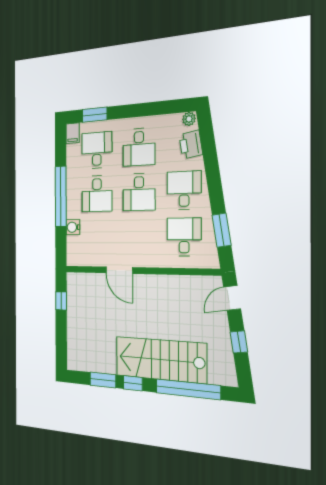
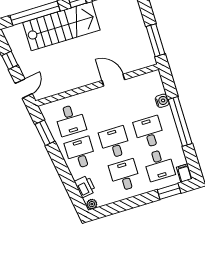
desk: (184, 190) -> (80, 153), turned 180
window: (61, 301) -> (155, 40), width x2.17

